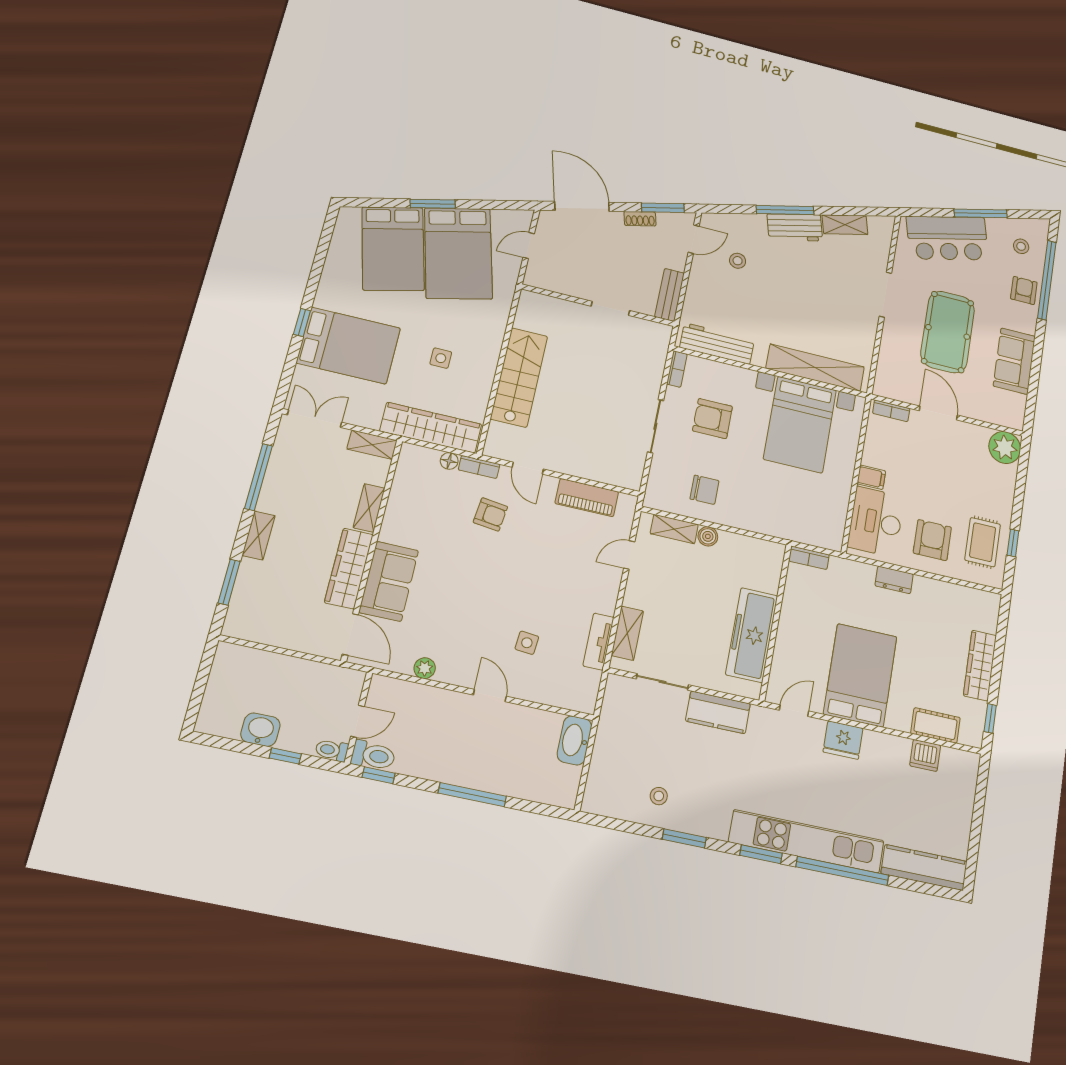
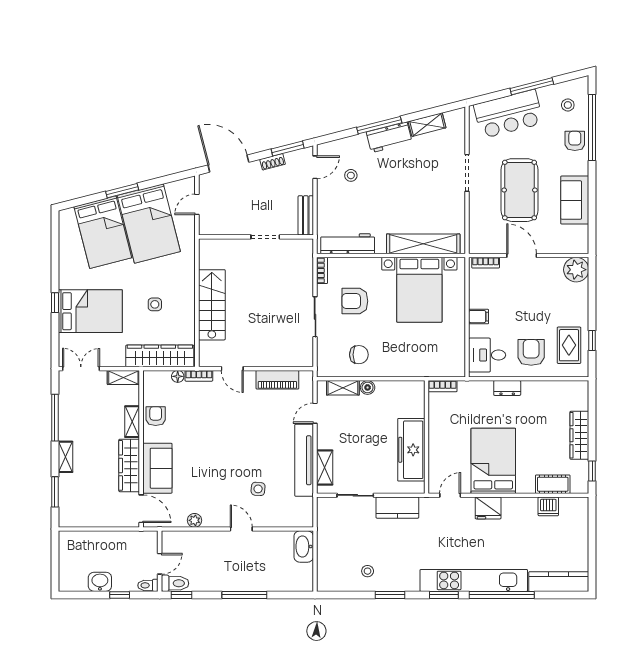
armchair: (490, 514) -> (156, 416), moved, turned -97
desk: (876, 522) -> (487, 355), width x0.73
tv unit: (599, 642) -> (304, 460), width x1.92, depth x1.29

